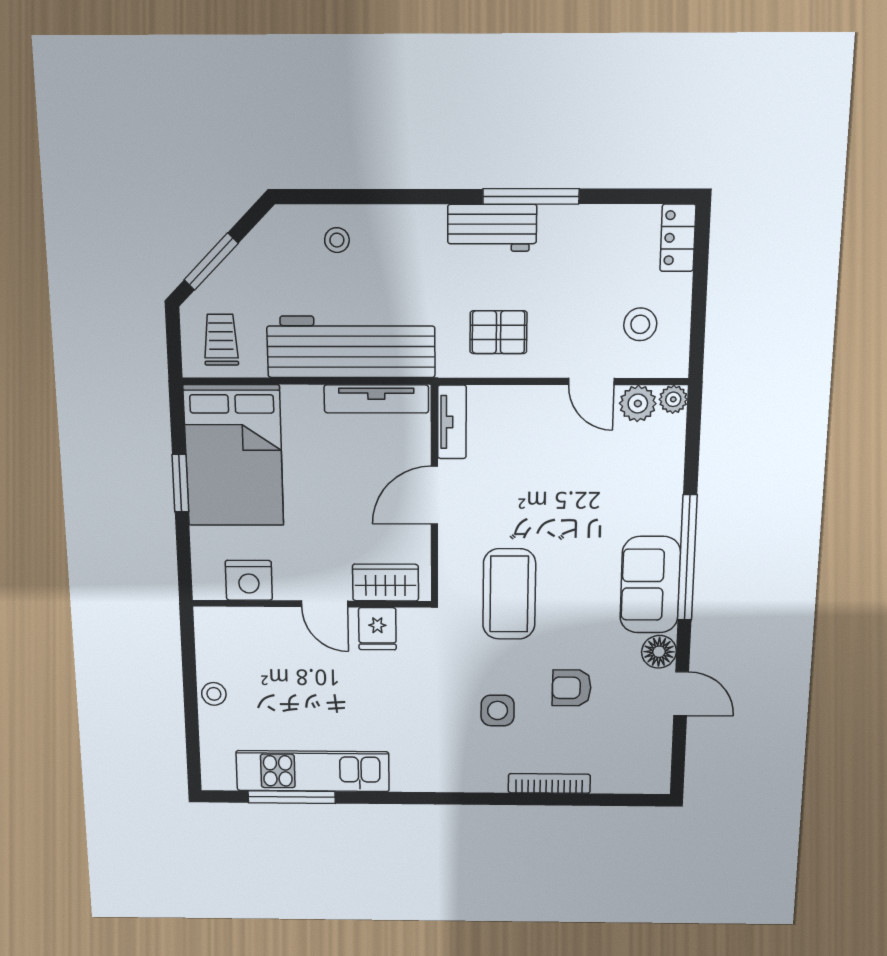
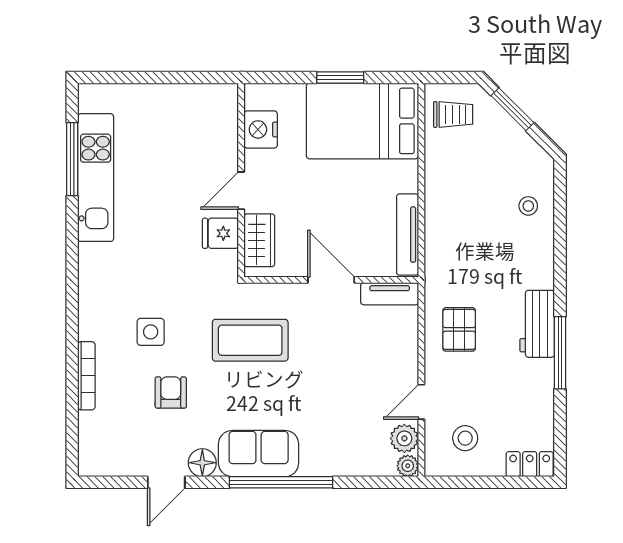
workbench: (351, 347) -> (448, 215), removed
stool: (214, 694) -> (163, 97), removed

